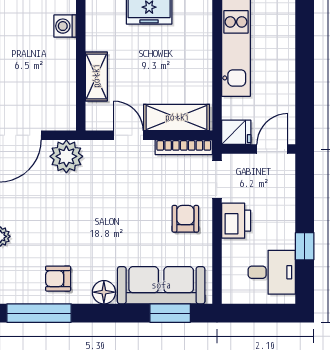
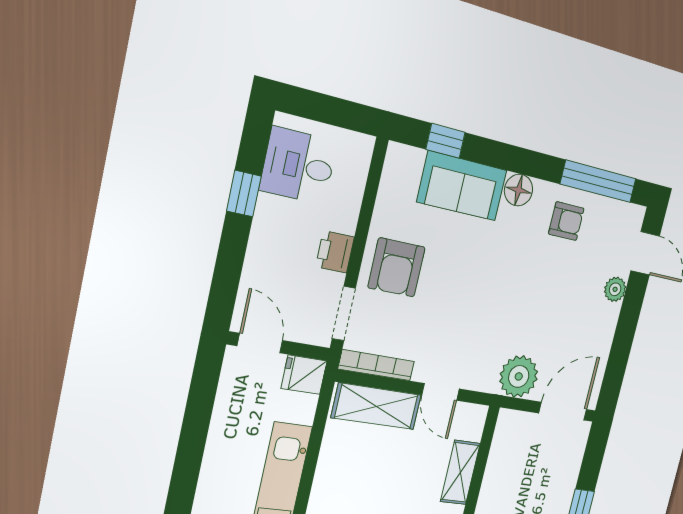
door: (272, 149) -> (260, 343), swing flipped
armchair: (185, 219) -> (397, 267), width x1.38, depth x1.38
printer: (236, 221) -> (335, 252), width x0.73, depth x0.81
sofa: (161, 285) -> (462, 186), width x0.73
window: (170, 313) -> (446, 141), width x0.67

